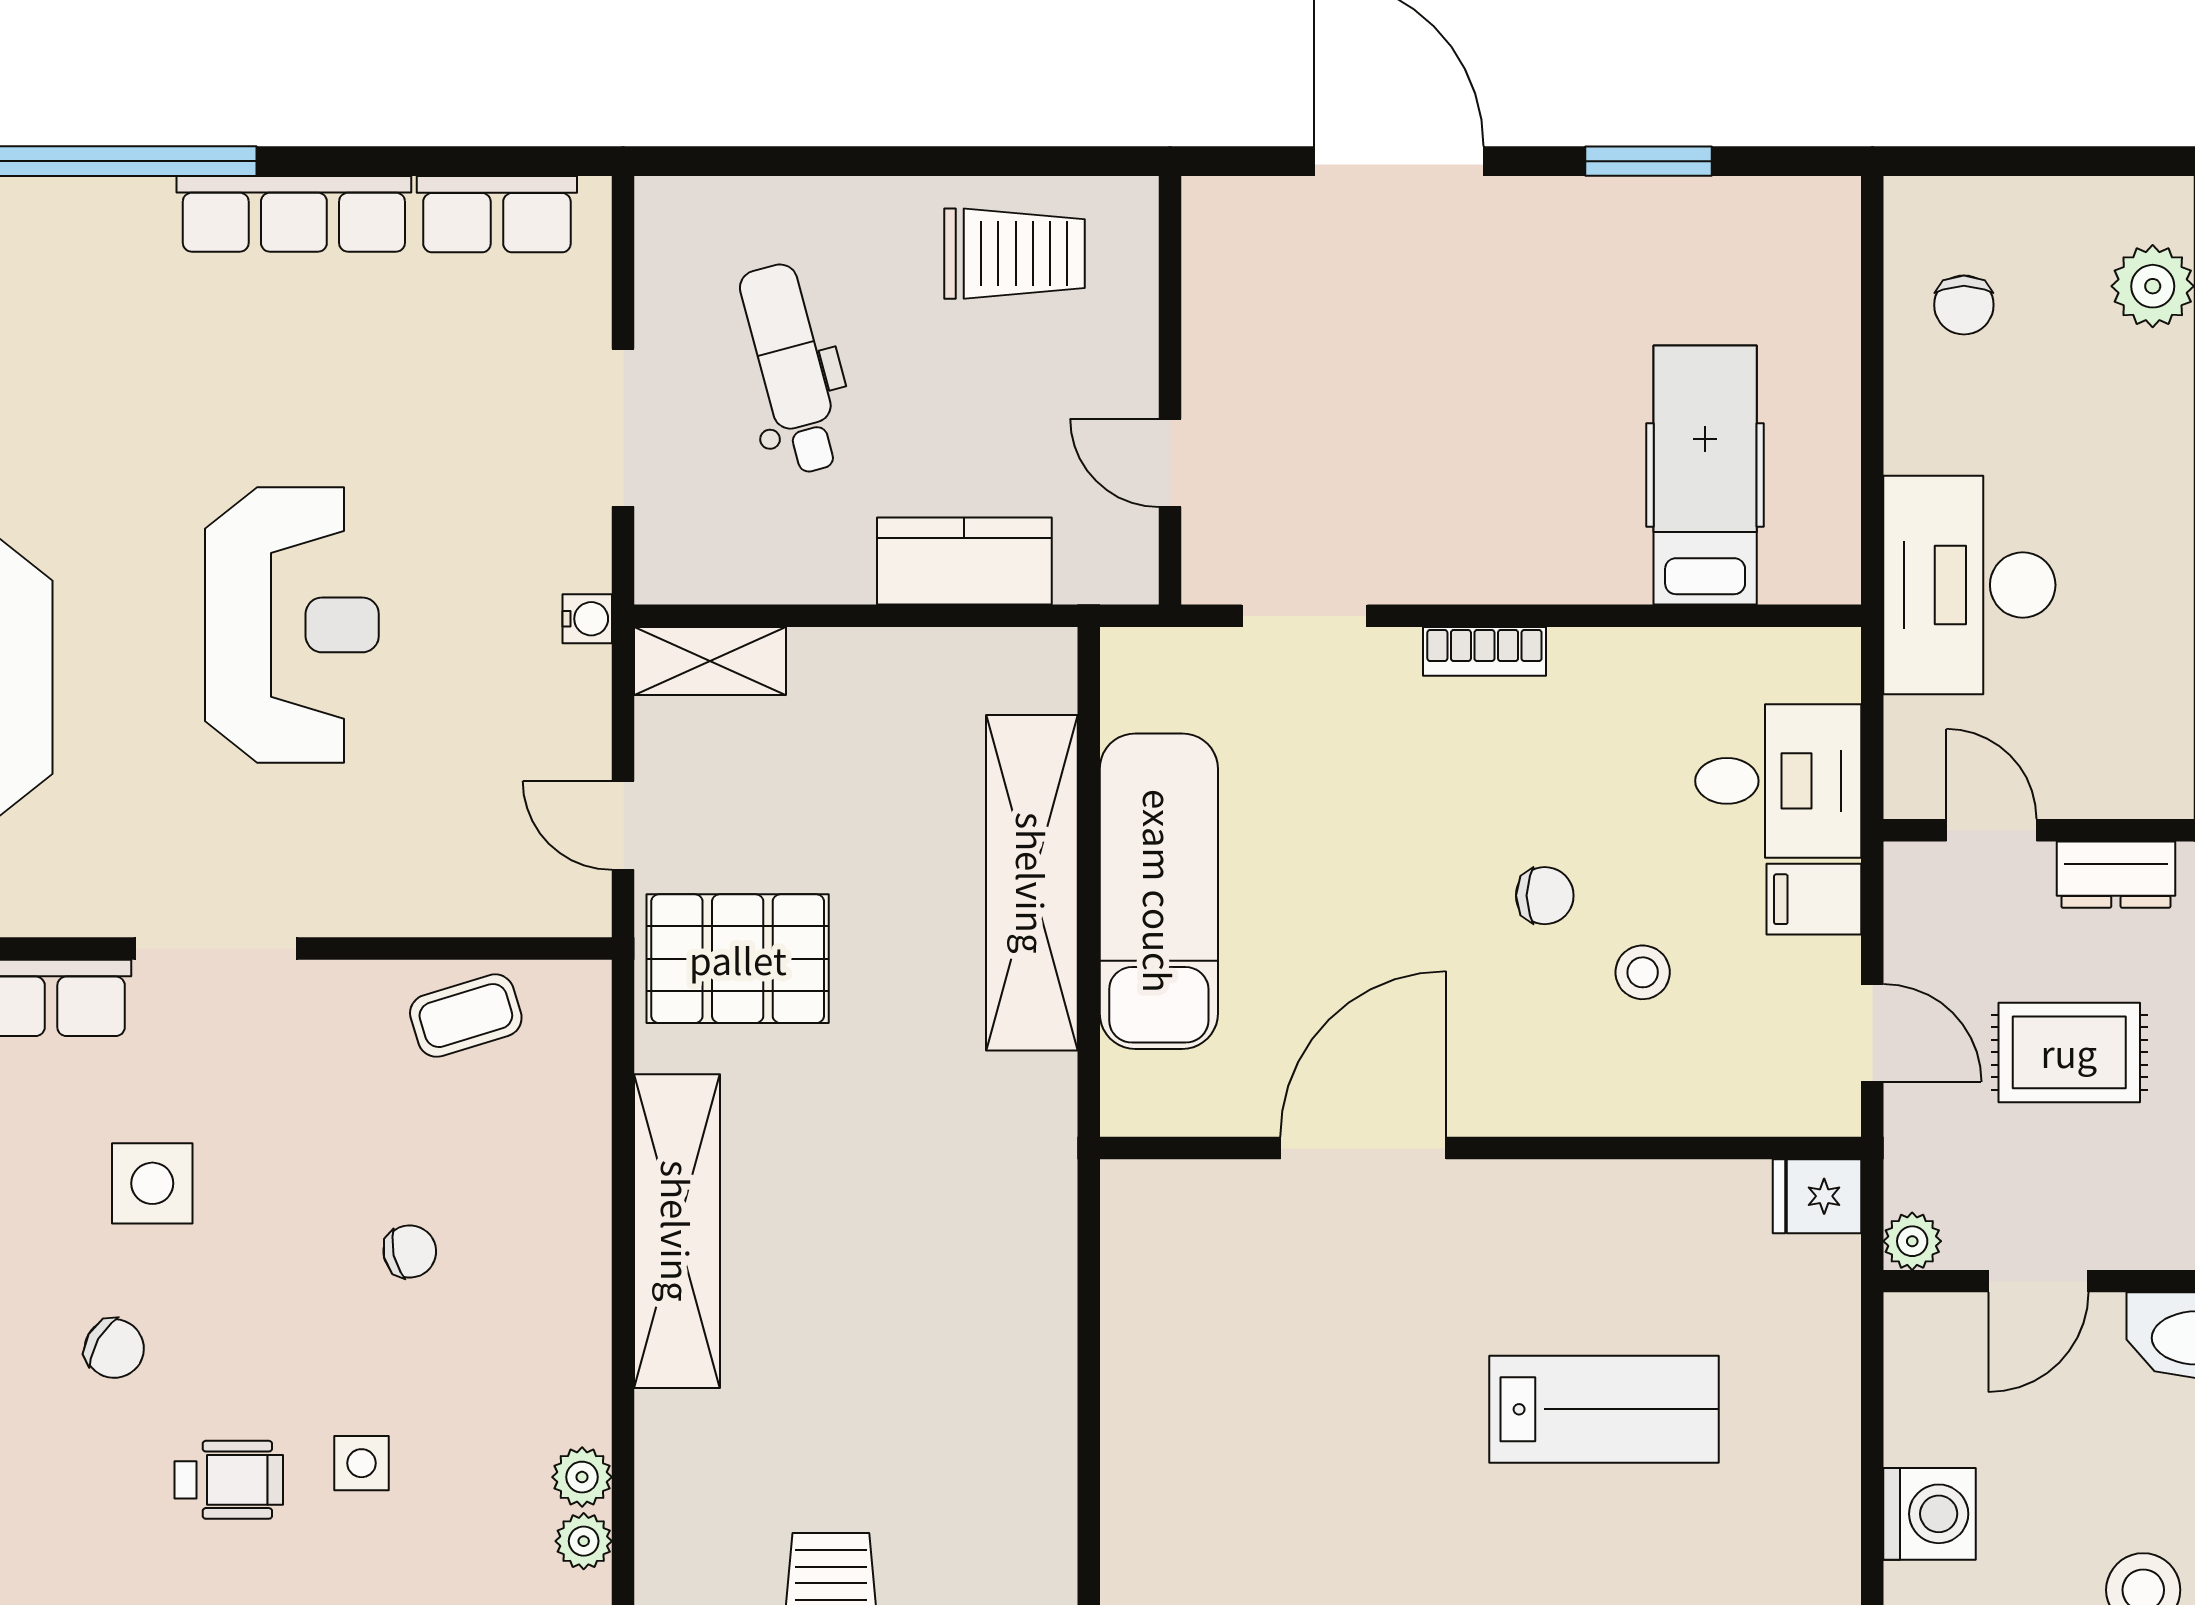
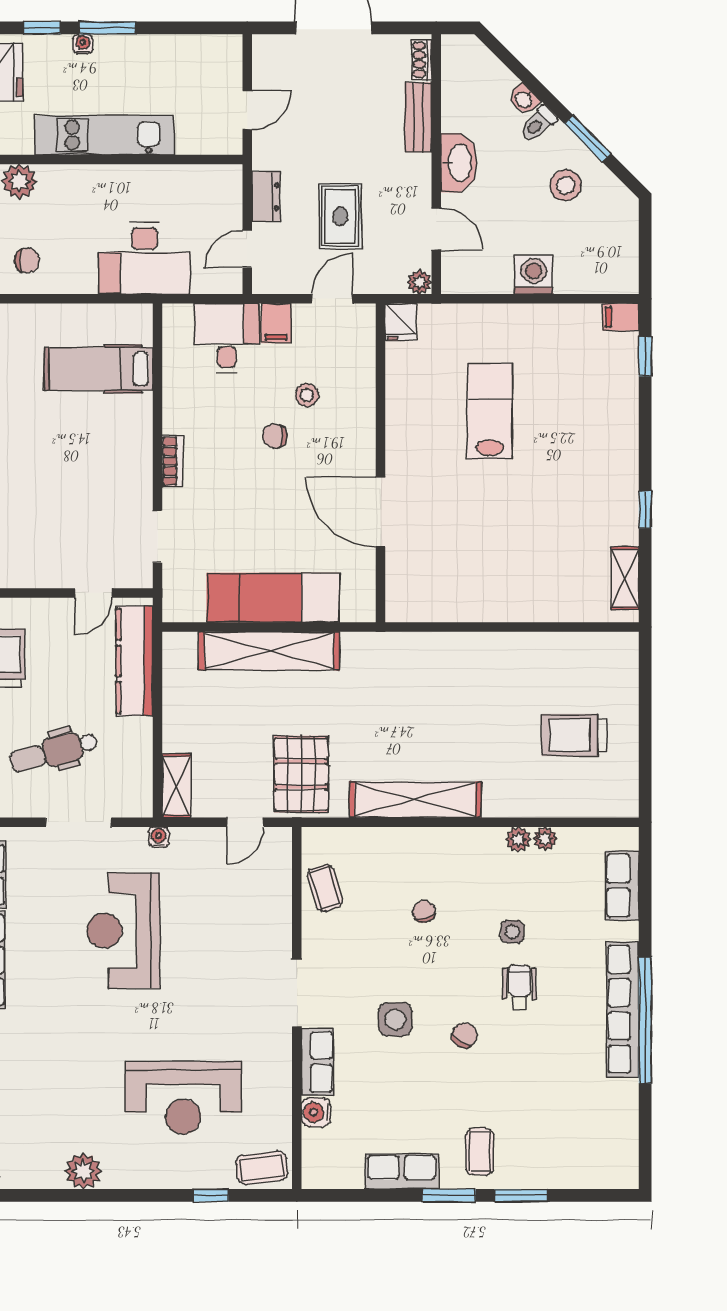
kitchen counter: (964, 561) -> (135, 661), width x1.50
reception desk: (292, 625) -> (123, 931), moved, turned -90
chair: (1545, 896) -> (275, 436), turned -90

